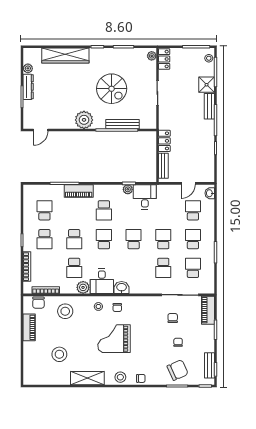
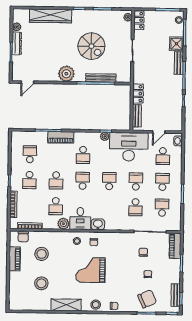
desk: (145, 197) -> (129, 147), width x1.87, depth x1.30
school desk: (193, 210) -> (163, 156), turned 180
stool: (65, 311) -> (42, 254), moved

